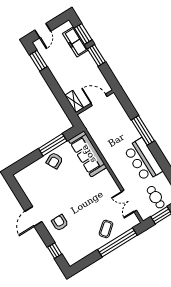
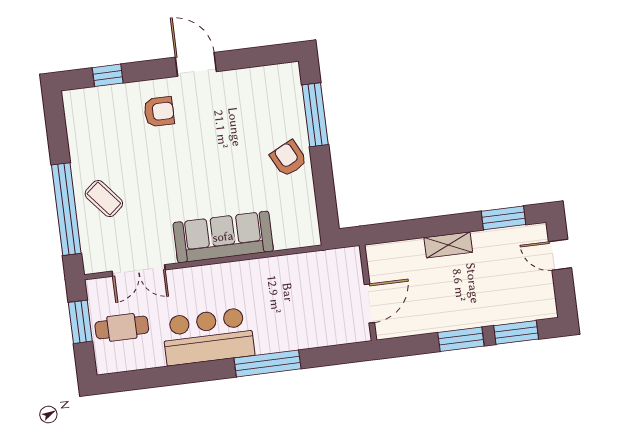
freezer: (75, 42) -> (507, 310), removed
shelving: (74, 102) -> (448, 245), moved
window: (53, 145) -> (315, 115), moved
sofa: (88, 154) -> (223, 237), moved
double door: (129, 201) -> (139, 270), swing flipped

